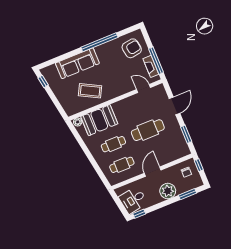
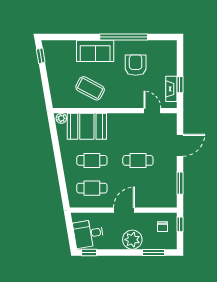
armchair: (132, 48) -> (136, 65), moved, turned -81
window: (156, 61) -> (180, 85), width x0.46
sofa: (77, 63) -> (95, 51), width x0.73
cafe table: (148, 130) -> (138, 160), width x0.73, depth x0.74

